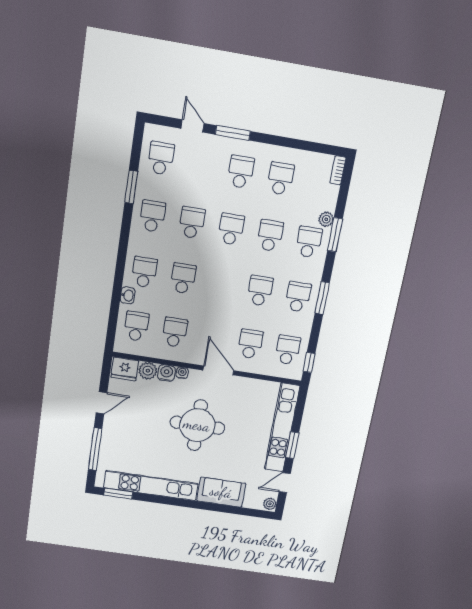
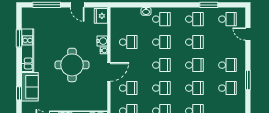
door: (192, 126) -> (248, 34), swing flipped
window: (233, 133) -> (248, 80), moved
school desk: (136, 326) -> (161, 65), moved
plant: (148, 371) -> (102, 30), removed
kitchen unit: (151, 486) -> (28, 50), width x0.73
window: (118, 494) -> (19, 38), moved
window: (228, 509) -> (19, 93), added

